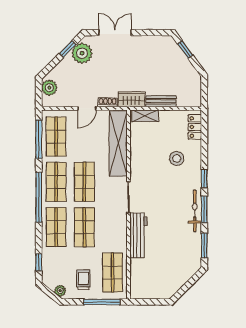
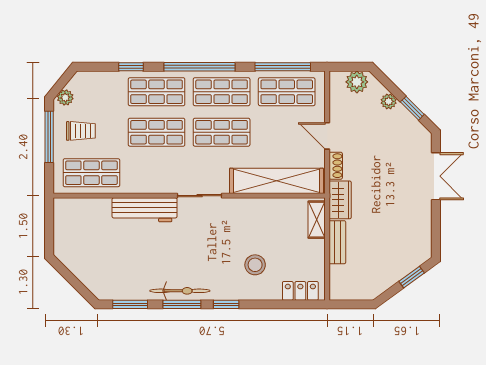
plant: (82, 53) -> (389, 101), moved, width x0.53, depth x0.53
window: (39, 262) -> (131, 67), moved
window: (102, 302) -> (49, 137), moved

